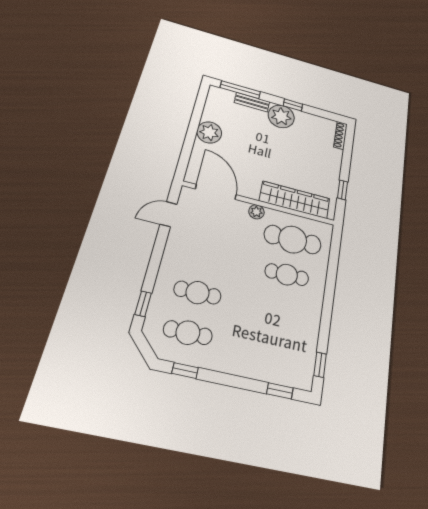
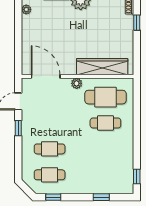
plant: (209, 132) -> (26, 9), moved, width x0.53, depth x0.53
window: (343, 190) -> (137, 23), moved
window: (143, 304) -> (18, 128), moved
window: (280, 391) -> (101, 197), moved

